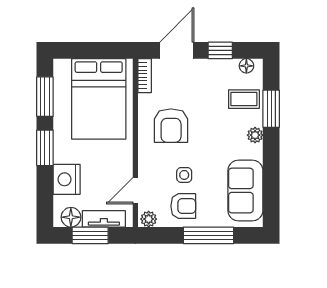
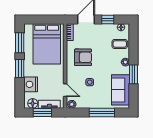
window: (271, 109) -> (133, 74), moved
armchair: (171, 126) -> (83, 57), turned -90
door: (135, 191) -> (65, 90), swing flipped
armchair: (183, 206) -> (89, 98), removed

